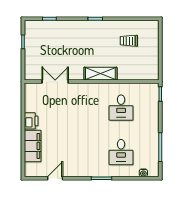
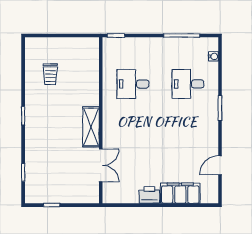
shelving: (100, 74) -> (91, 127), moved
double door: (55, 82) -> (101, 165), swing flipped
desk: (121, 108) -> (133, 84), turned 180
desk: (121, 152) -> (188, 84), turned 180
door: (55, 178) -> (220, 165), hinge flipped

